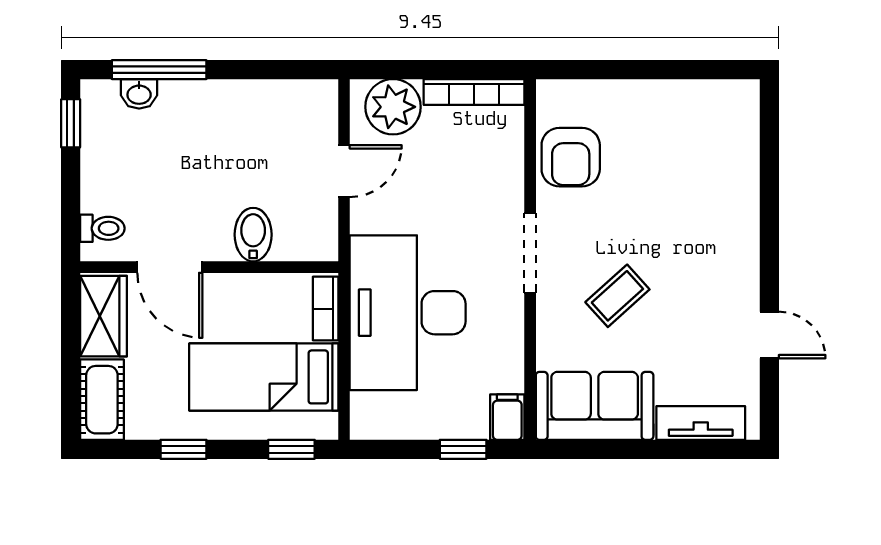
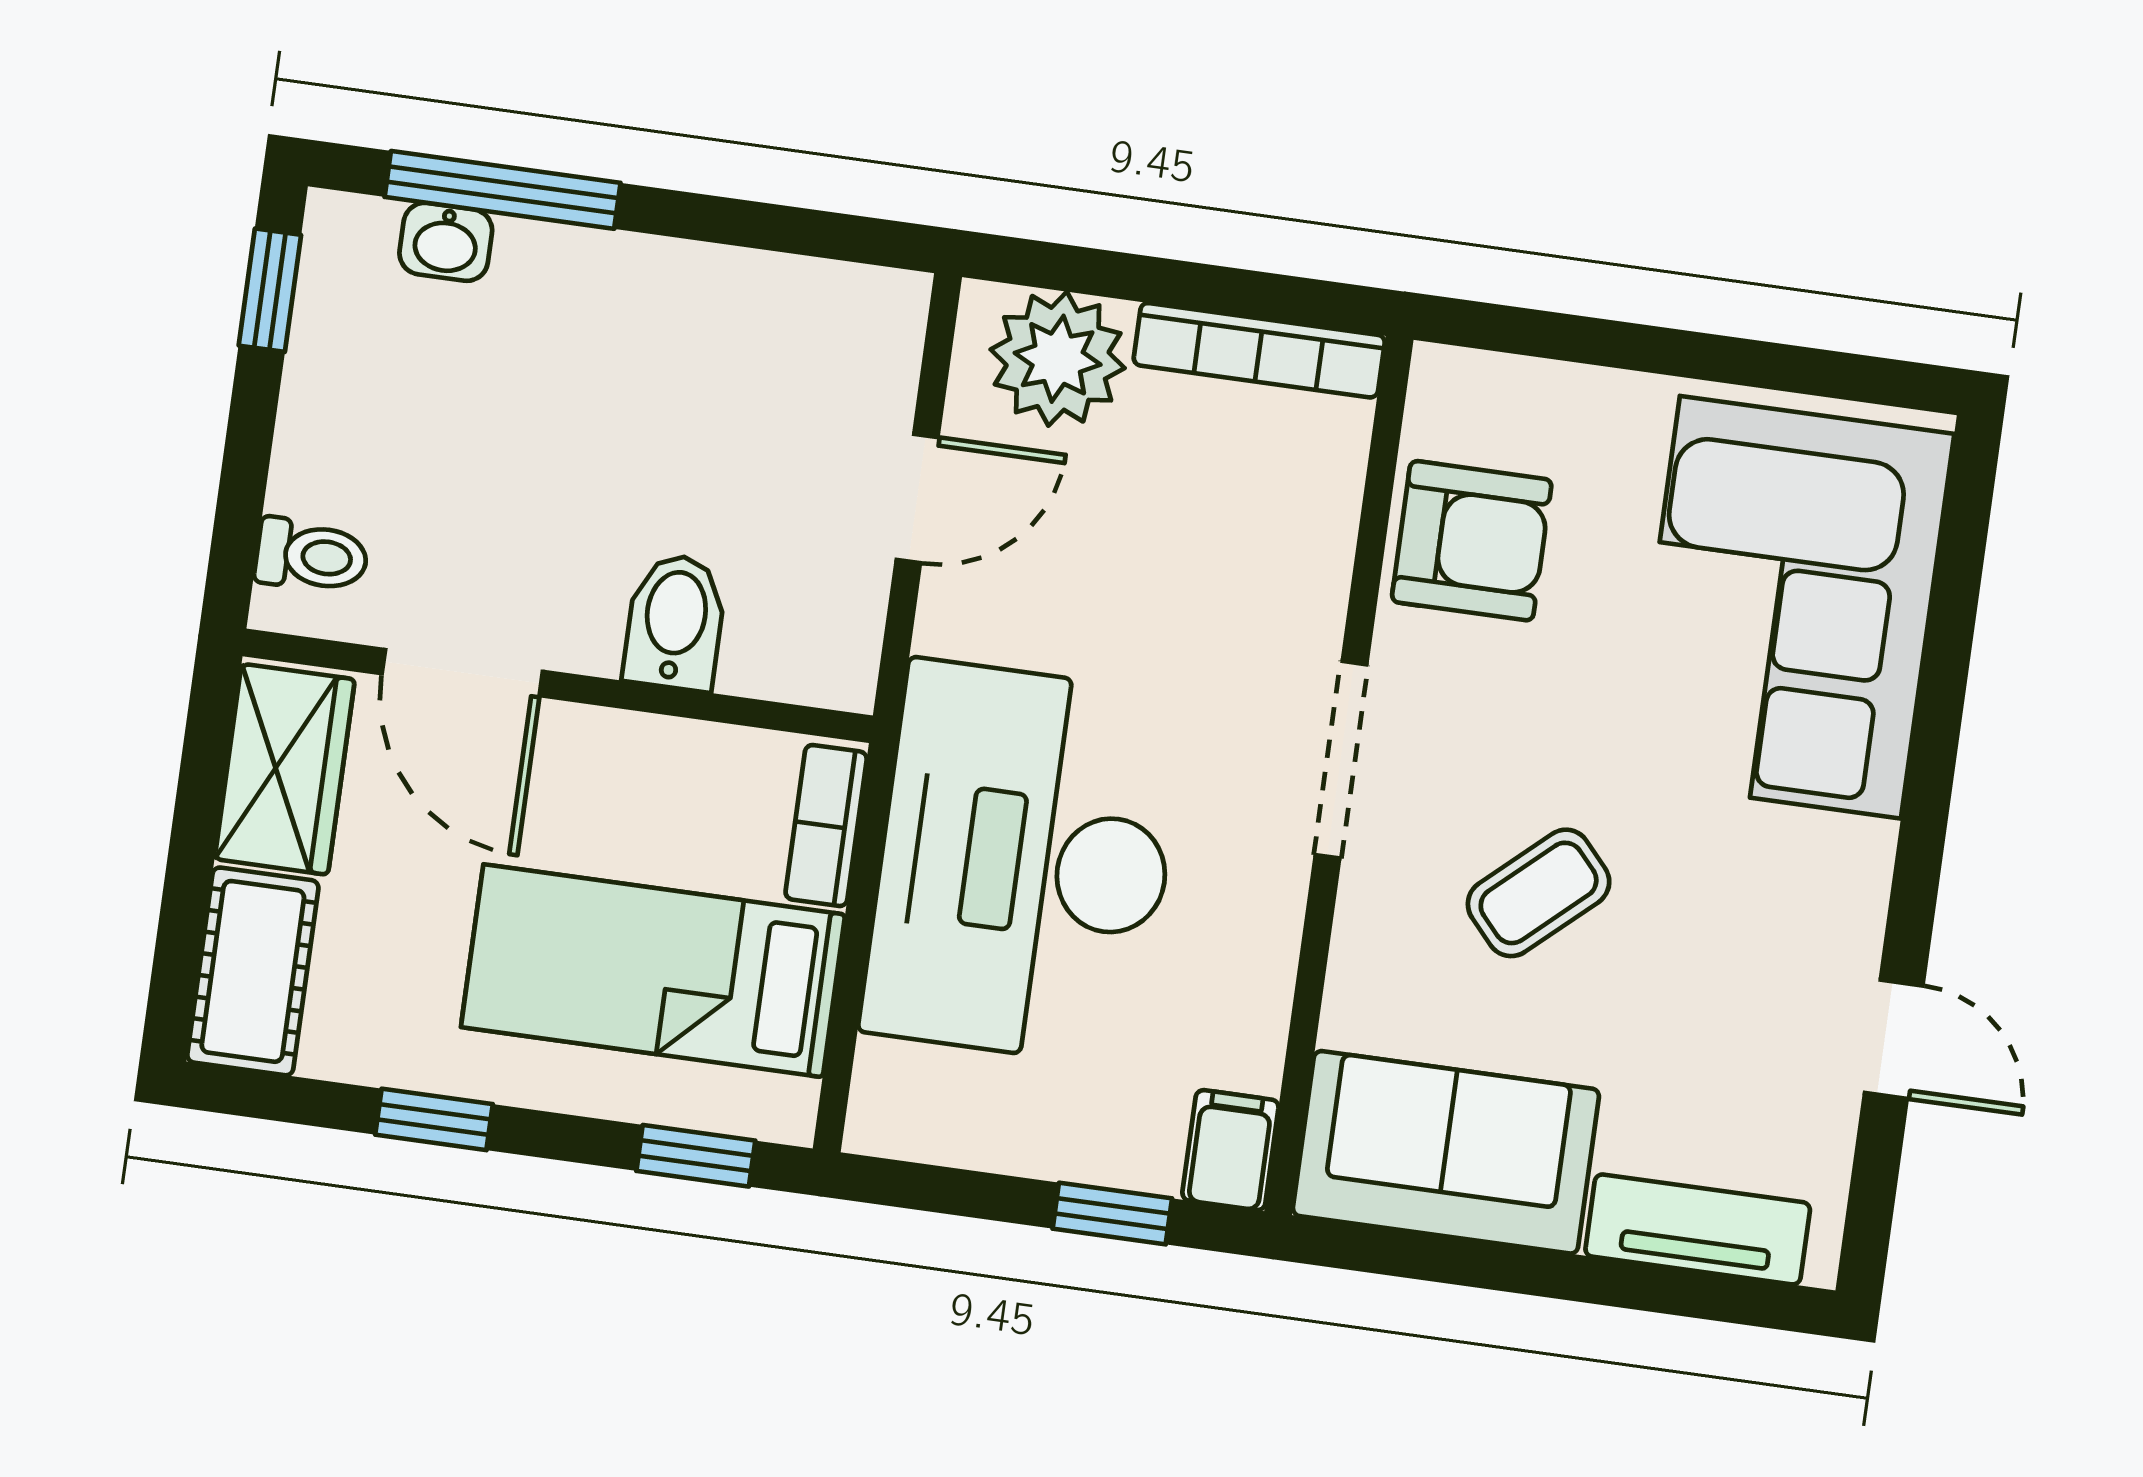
armchair: (571, 157) -> (1472, 541), turned -90
corner sofa: (703, 166) -> (1790, 607), added

